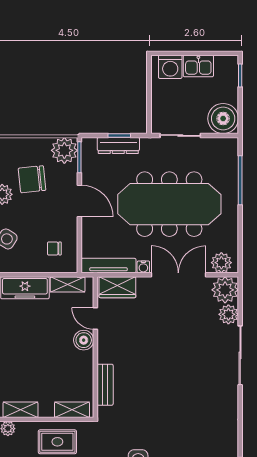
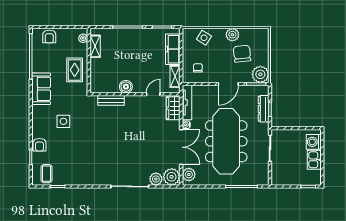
boiler: (223, 119) -> (281, 176), removed
boiler: (84, 340) -> (126, 87), moved
shelving: (72, 410) -> (95, 79), removed

